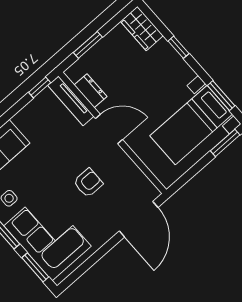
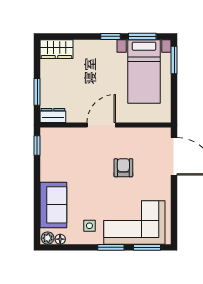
window: (179, 47) -> (110, 36), moved
dresser: (91, 91) -> (53, 115), moved
tv unit: (71, 101) -> (63, 133), removed

